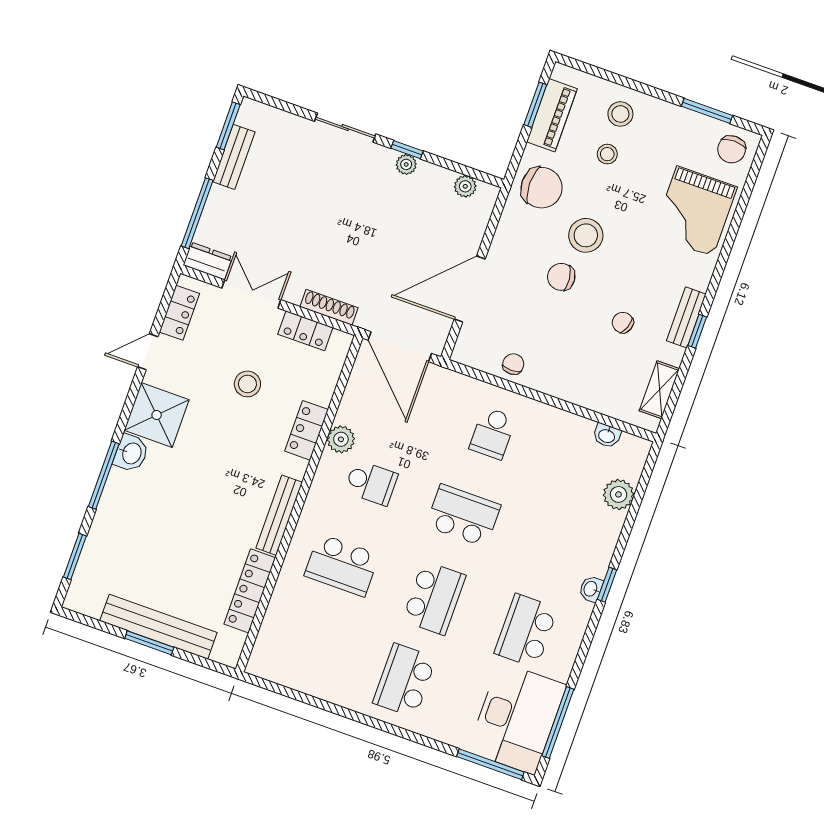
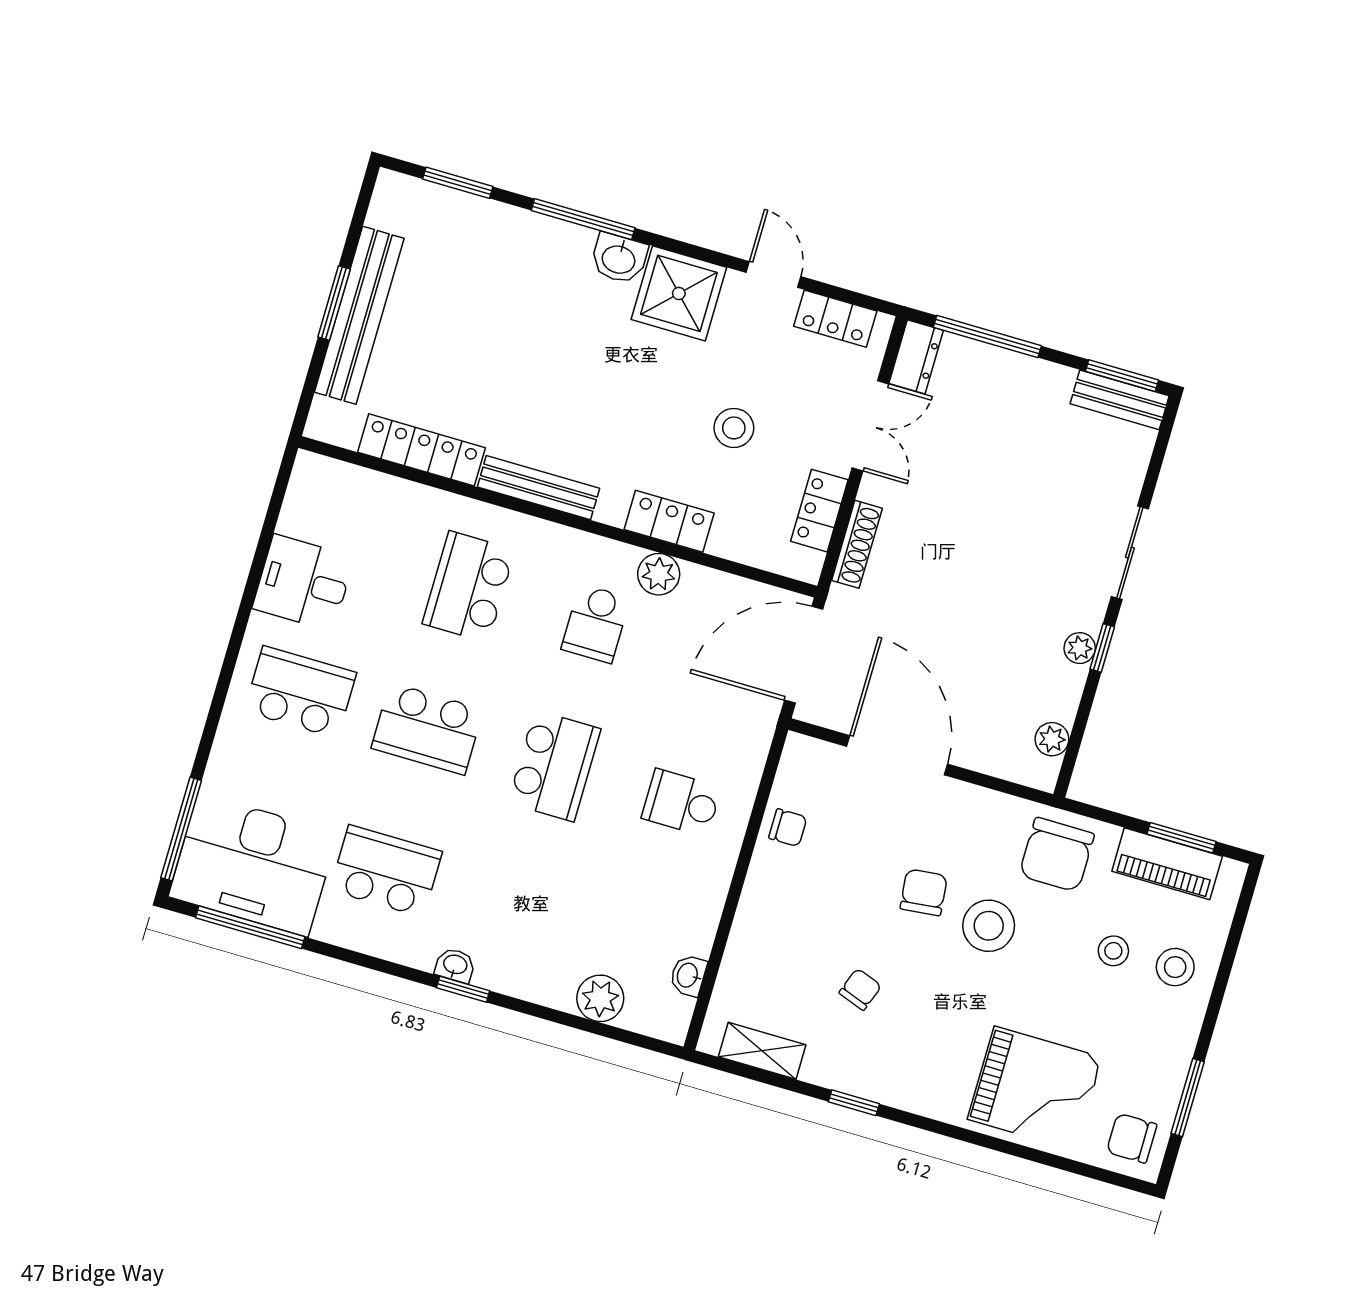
bench: (234, 157) -> (1120, 400), moved
grand piano: (695, 211) -> (1035, 1088), turned 180
bench: (686, 317) -> (874, 1085), removed
desk: (333, 674) -> (303, 583), added

